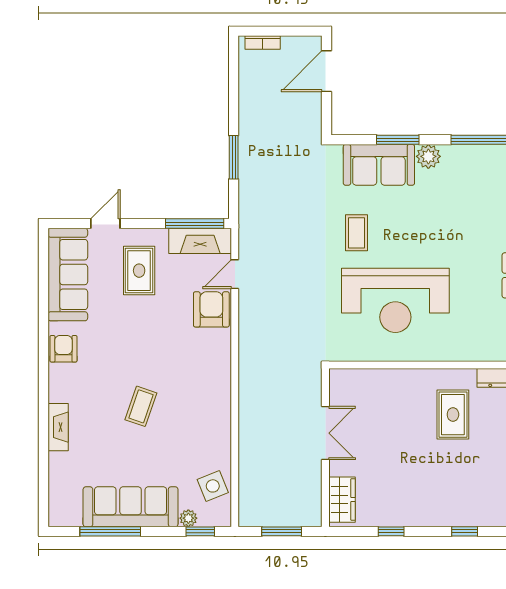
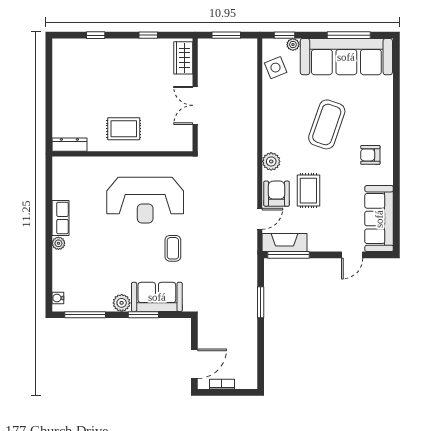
bookcase: (263, 43) -> (222, 384), moved
rug: (139, 271) -> (308, 191), moved
reception desk: (395, 300) -> (145, 200), turned 180
armchair: (211, 309) -> (277, 194), turned 180
armchair: (63, 349) -> (370, 155), moved, turned 90
plant: (219, 354) -> (271, 161), added
coffee table: (141, 406) -> (327, 124), width x1.86, depth x1.72
rug: (453, 415) -> (124, 129), moved, turned 90
fireplace: (58, 427) -> (386, 110), removed
sofa: (131, 507) -> (346, 57), width x1.36, depth x1.27

